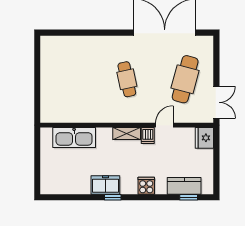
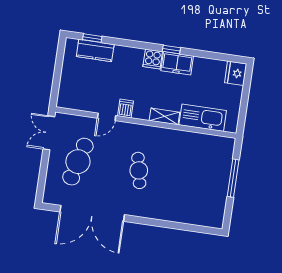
window: (37, 85) -> (233, 178), added
shelving: (127, 133) -> (164, 116), moved
fridge: (204, 138) -> (236, 73), moved, turned 180
cooker: (146, 186) -> (153, 59), moved

